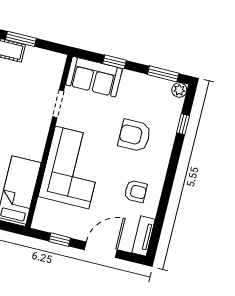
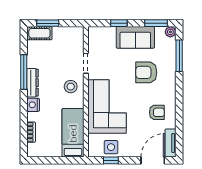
sofa: (94, 77) -> (135, 37), moved
window: (183, 124) -> (179, 56), width x2.17
stool: (31, 130) -> (71, 87), added
side table: (64, 222) -> (111, 147), added
door: (101, 250) -> (153, 160), moved

